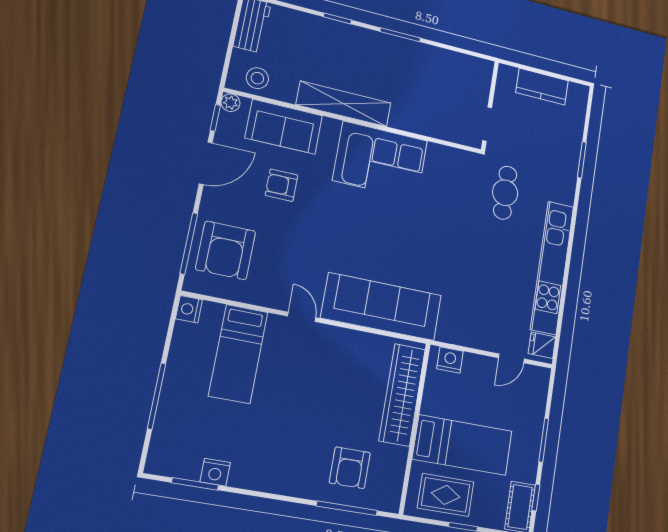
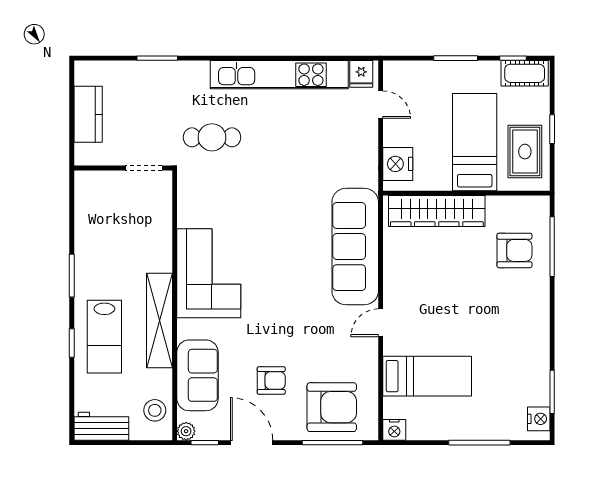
lab bench: (338, 50) -> (104, 337), added
armchair: (281, 185) -> (271, 380), moved, turned -90
nightstand: (450, 360) -> (398, 164), width x1.36, depth x1.33
nightstand: (215, 472) -> (539, 419), moved

